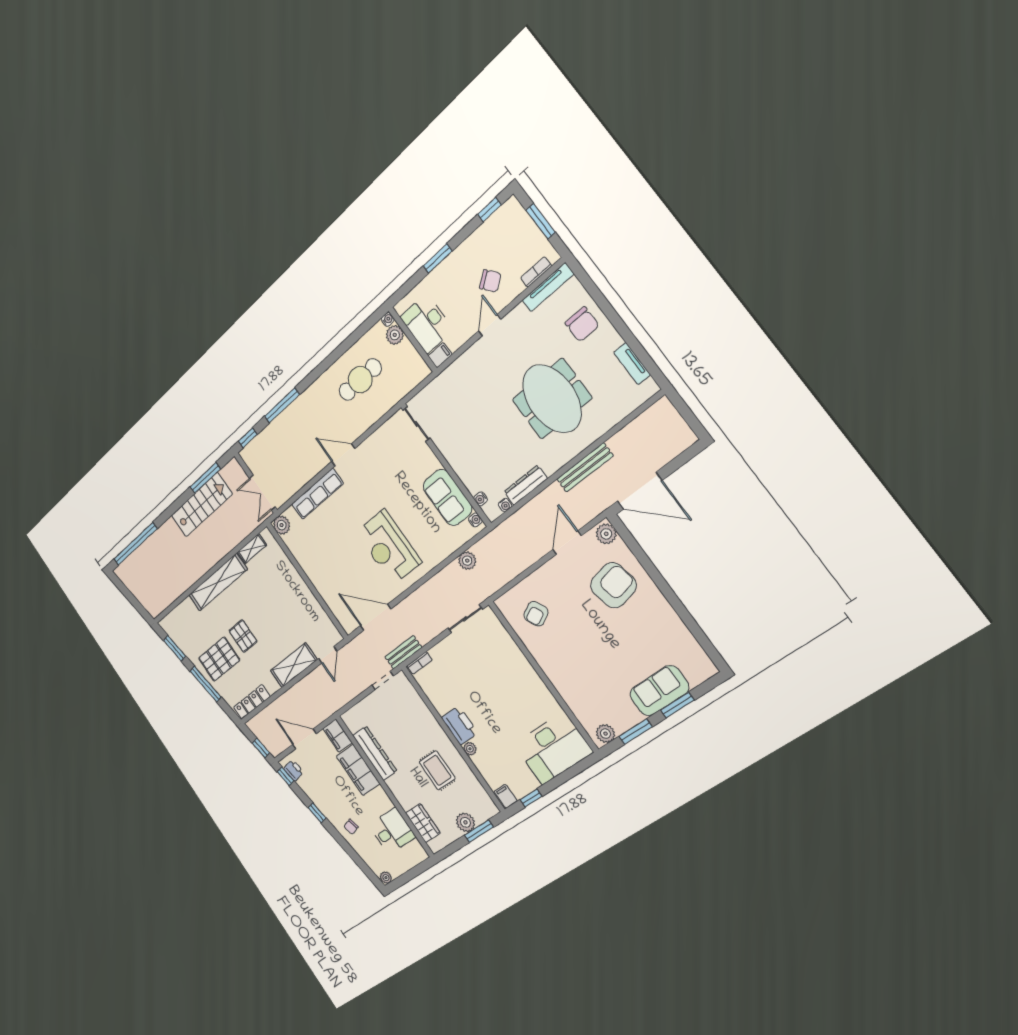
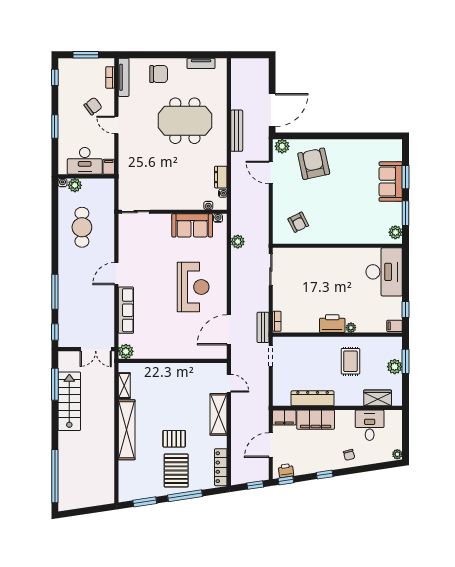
dresser: (526, 485) -> (221, 177), width x0.70
reception desk: (389, 547) -> (193, 287), turned -90
rug: (437, 770) -> (350, 361), turned 90

